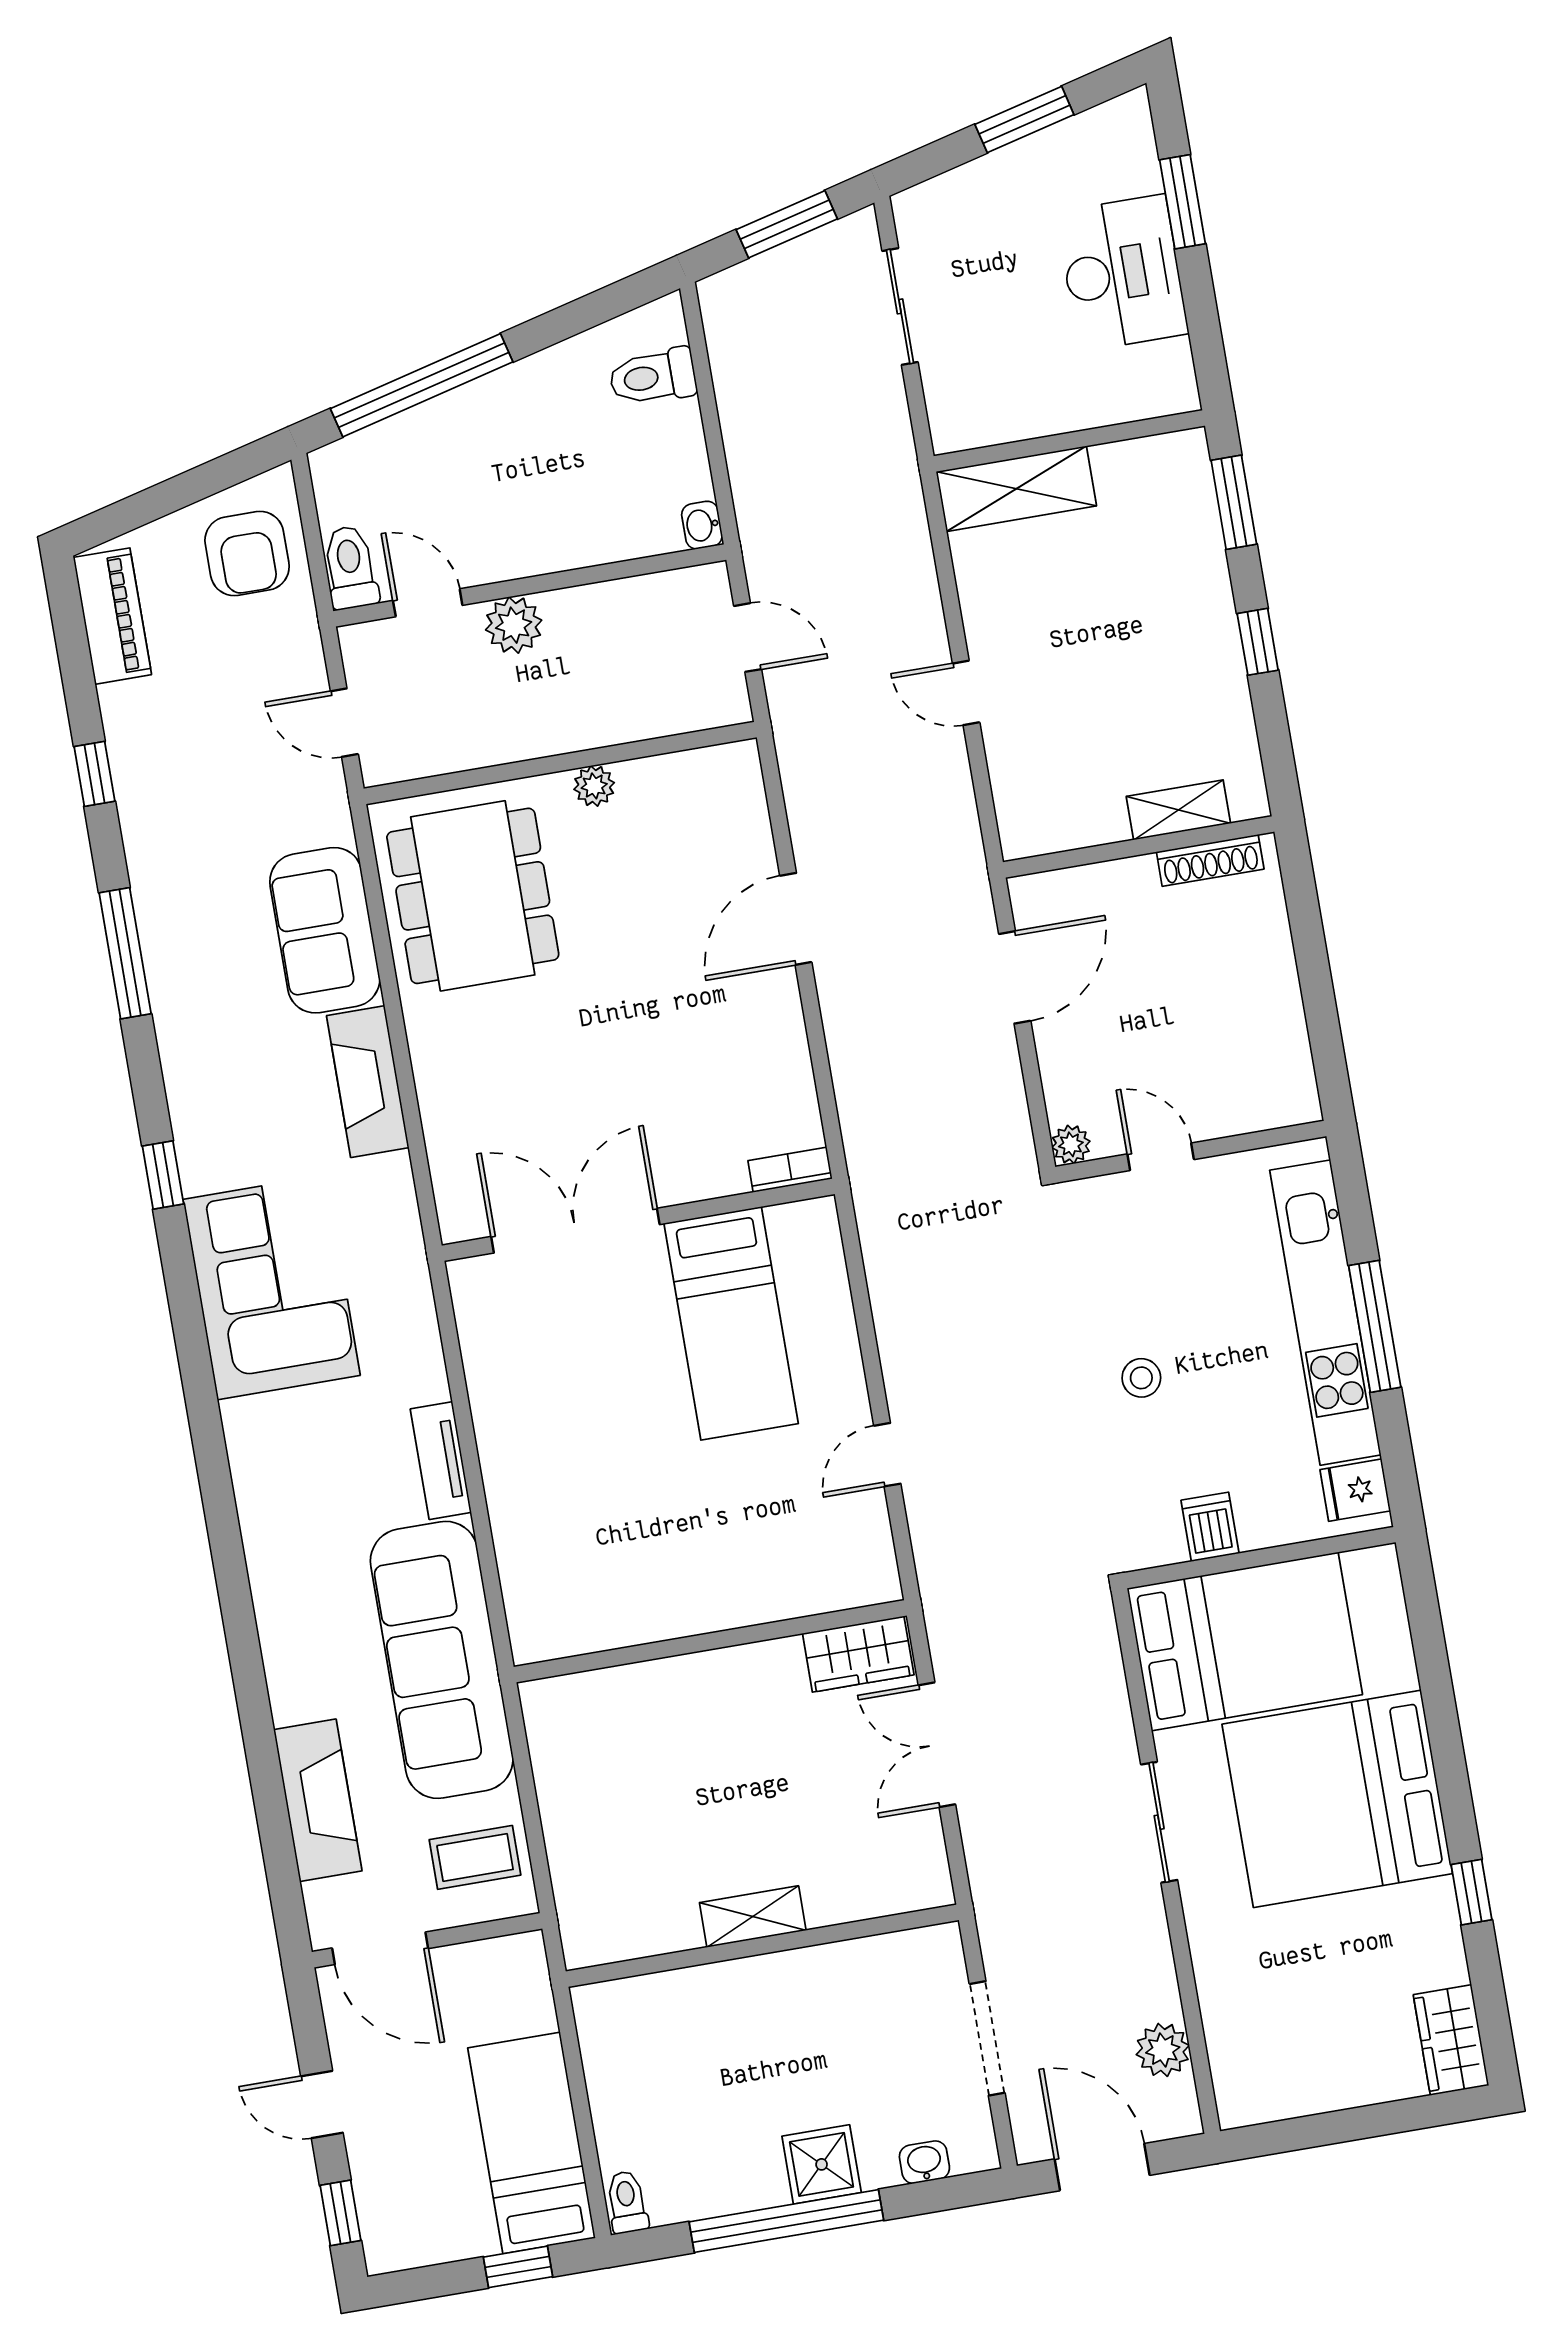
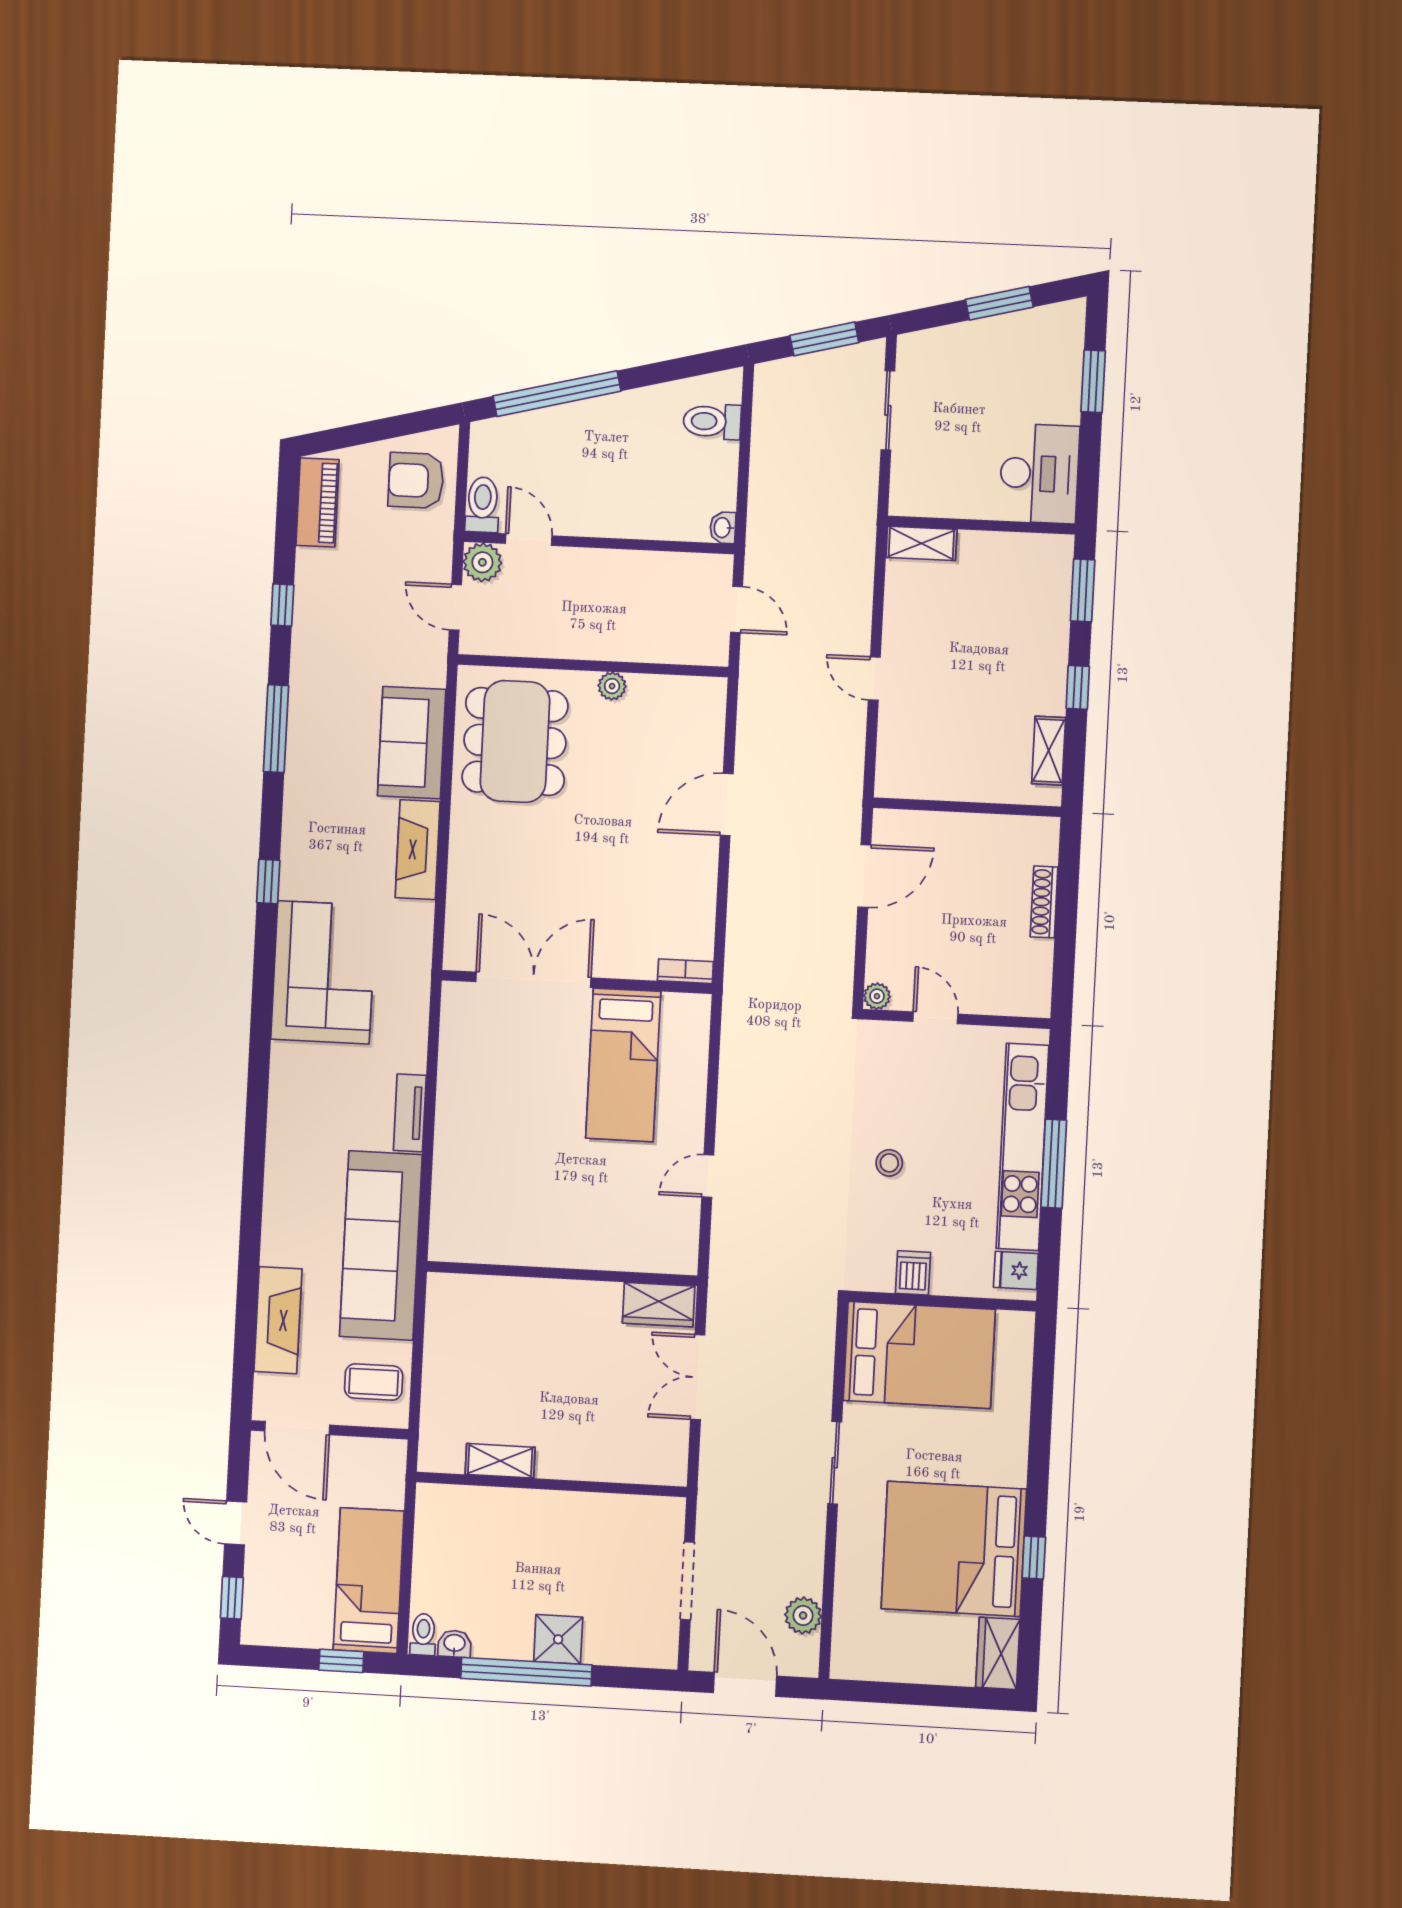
desk: (1122, 273) -> (1039, 474), moved
shelving: (1016, 489) -> (921, 543), width x0.67, depth x0.75
armchair: (247, 553) -> (416, 480), turned 90
plant: (514, 625) -> (482, 562), moved
shelving: (1178, 810) -> (1049, 751), moved, turned 90
shoe rack: (1210, 860) -> (1044, 902), moved, turned 90
bed: (1337, 1799) -> (954, 1549), moved
shelving: (753, 1916) -> (500, 1461), moved
washbasin: (924, 2162) -> (454, 1644), moved

